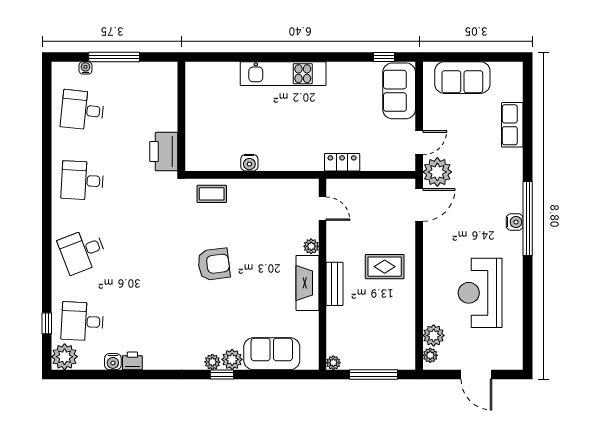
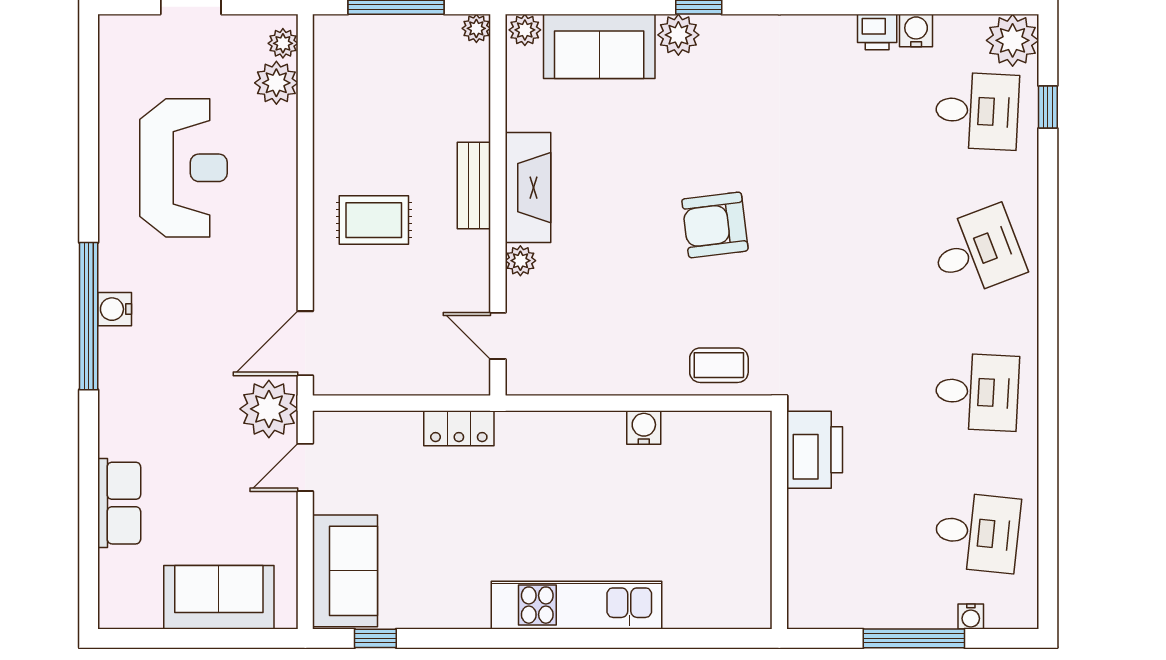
plant: (212, 362) -> (525, 30), moved

